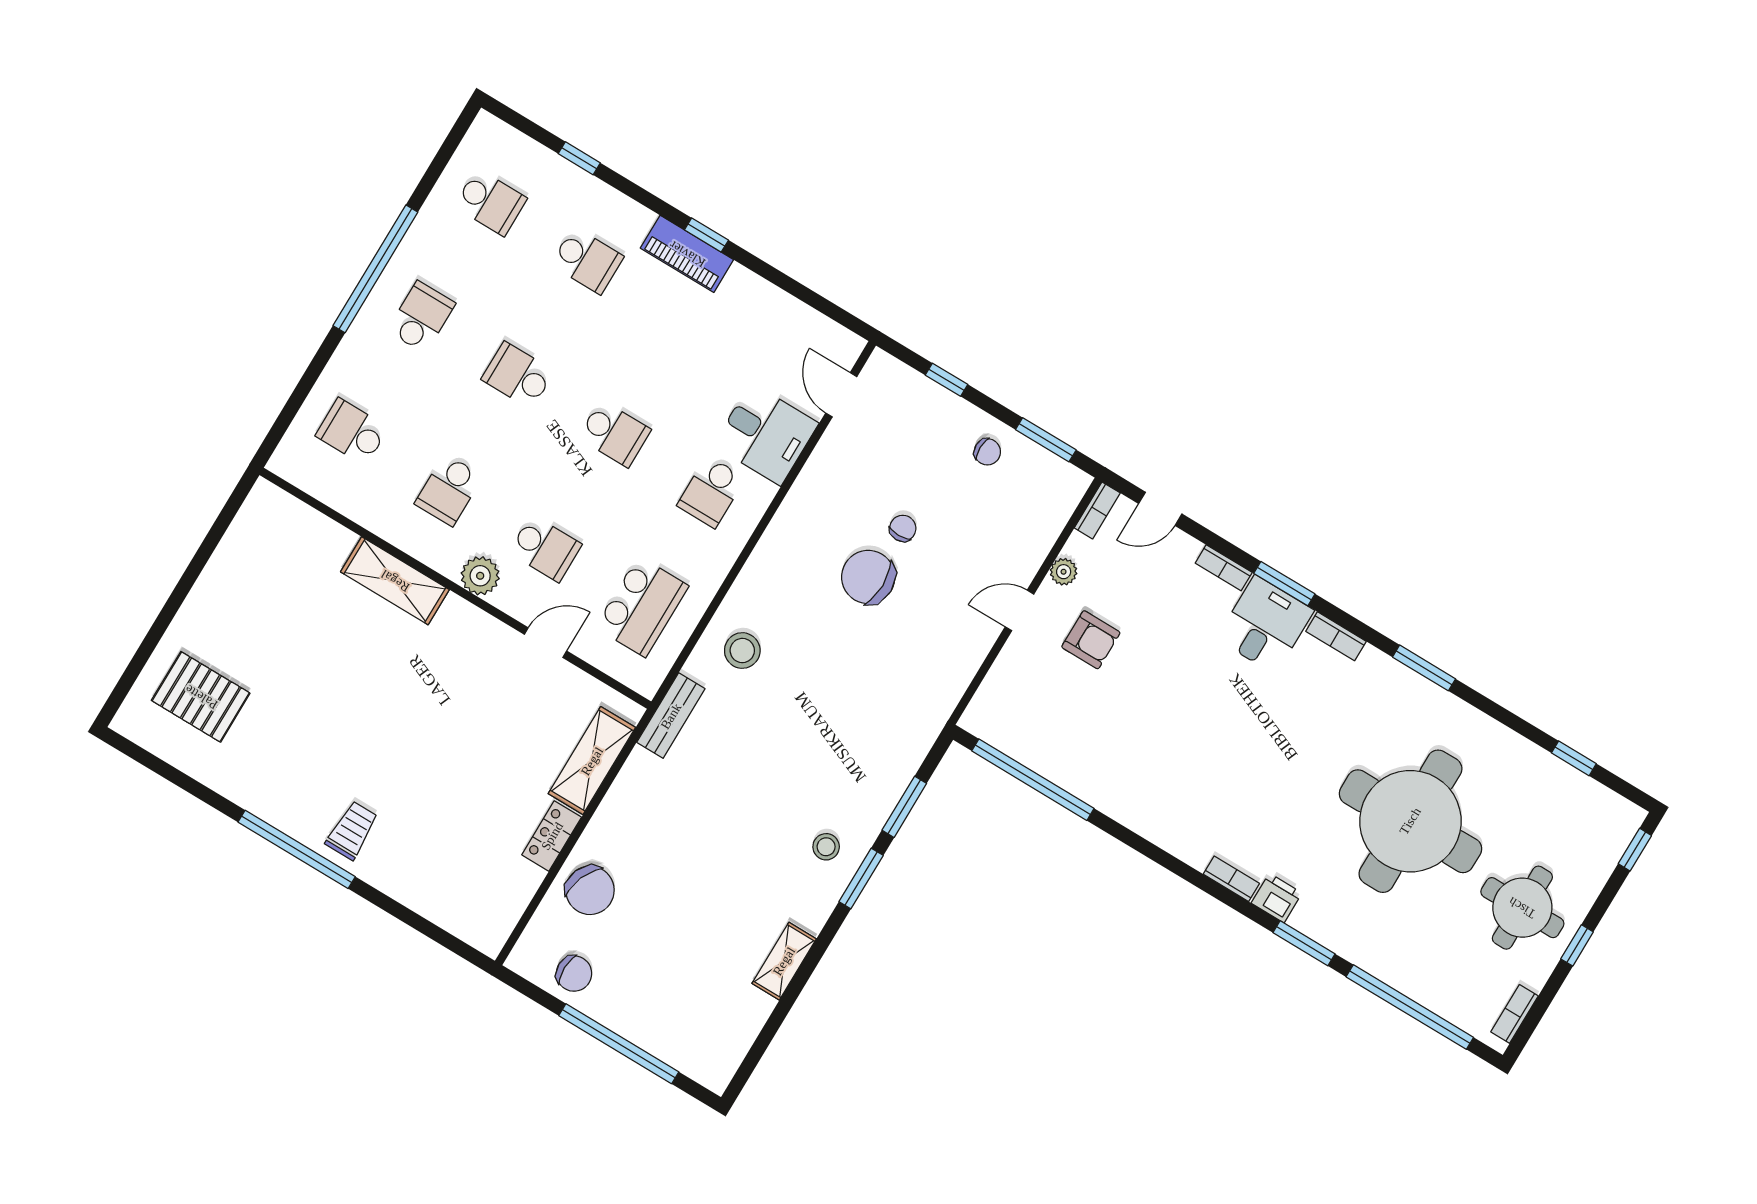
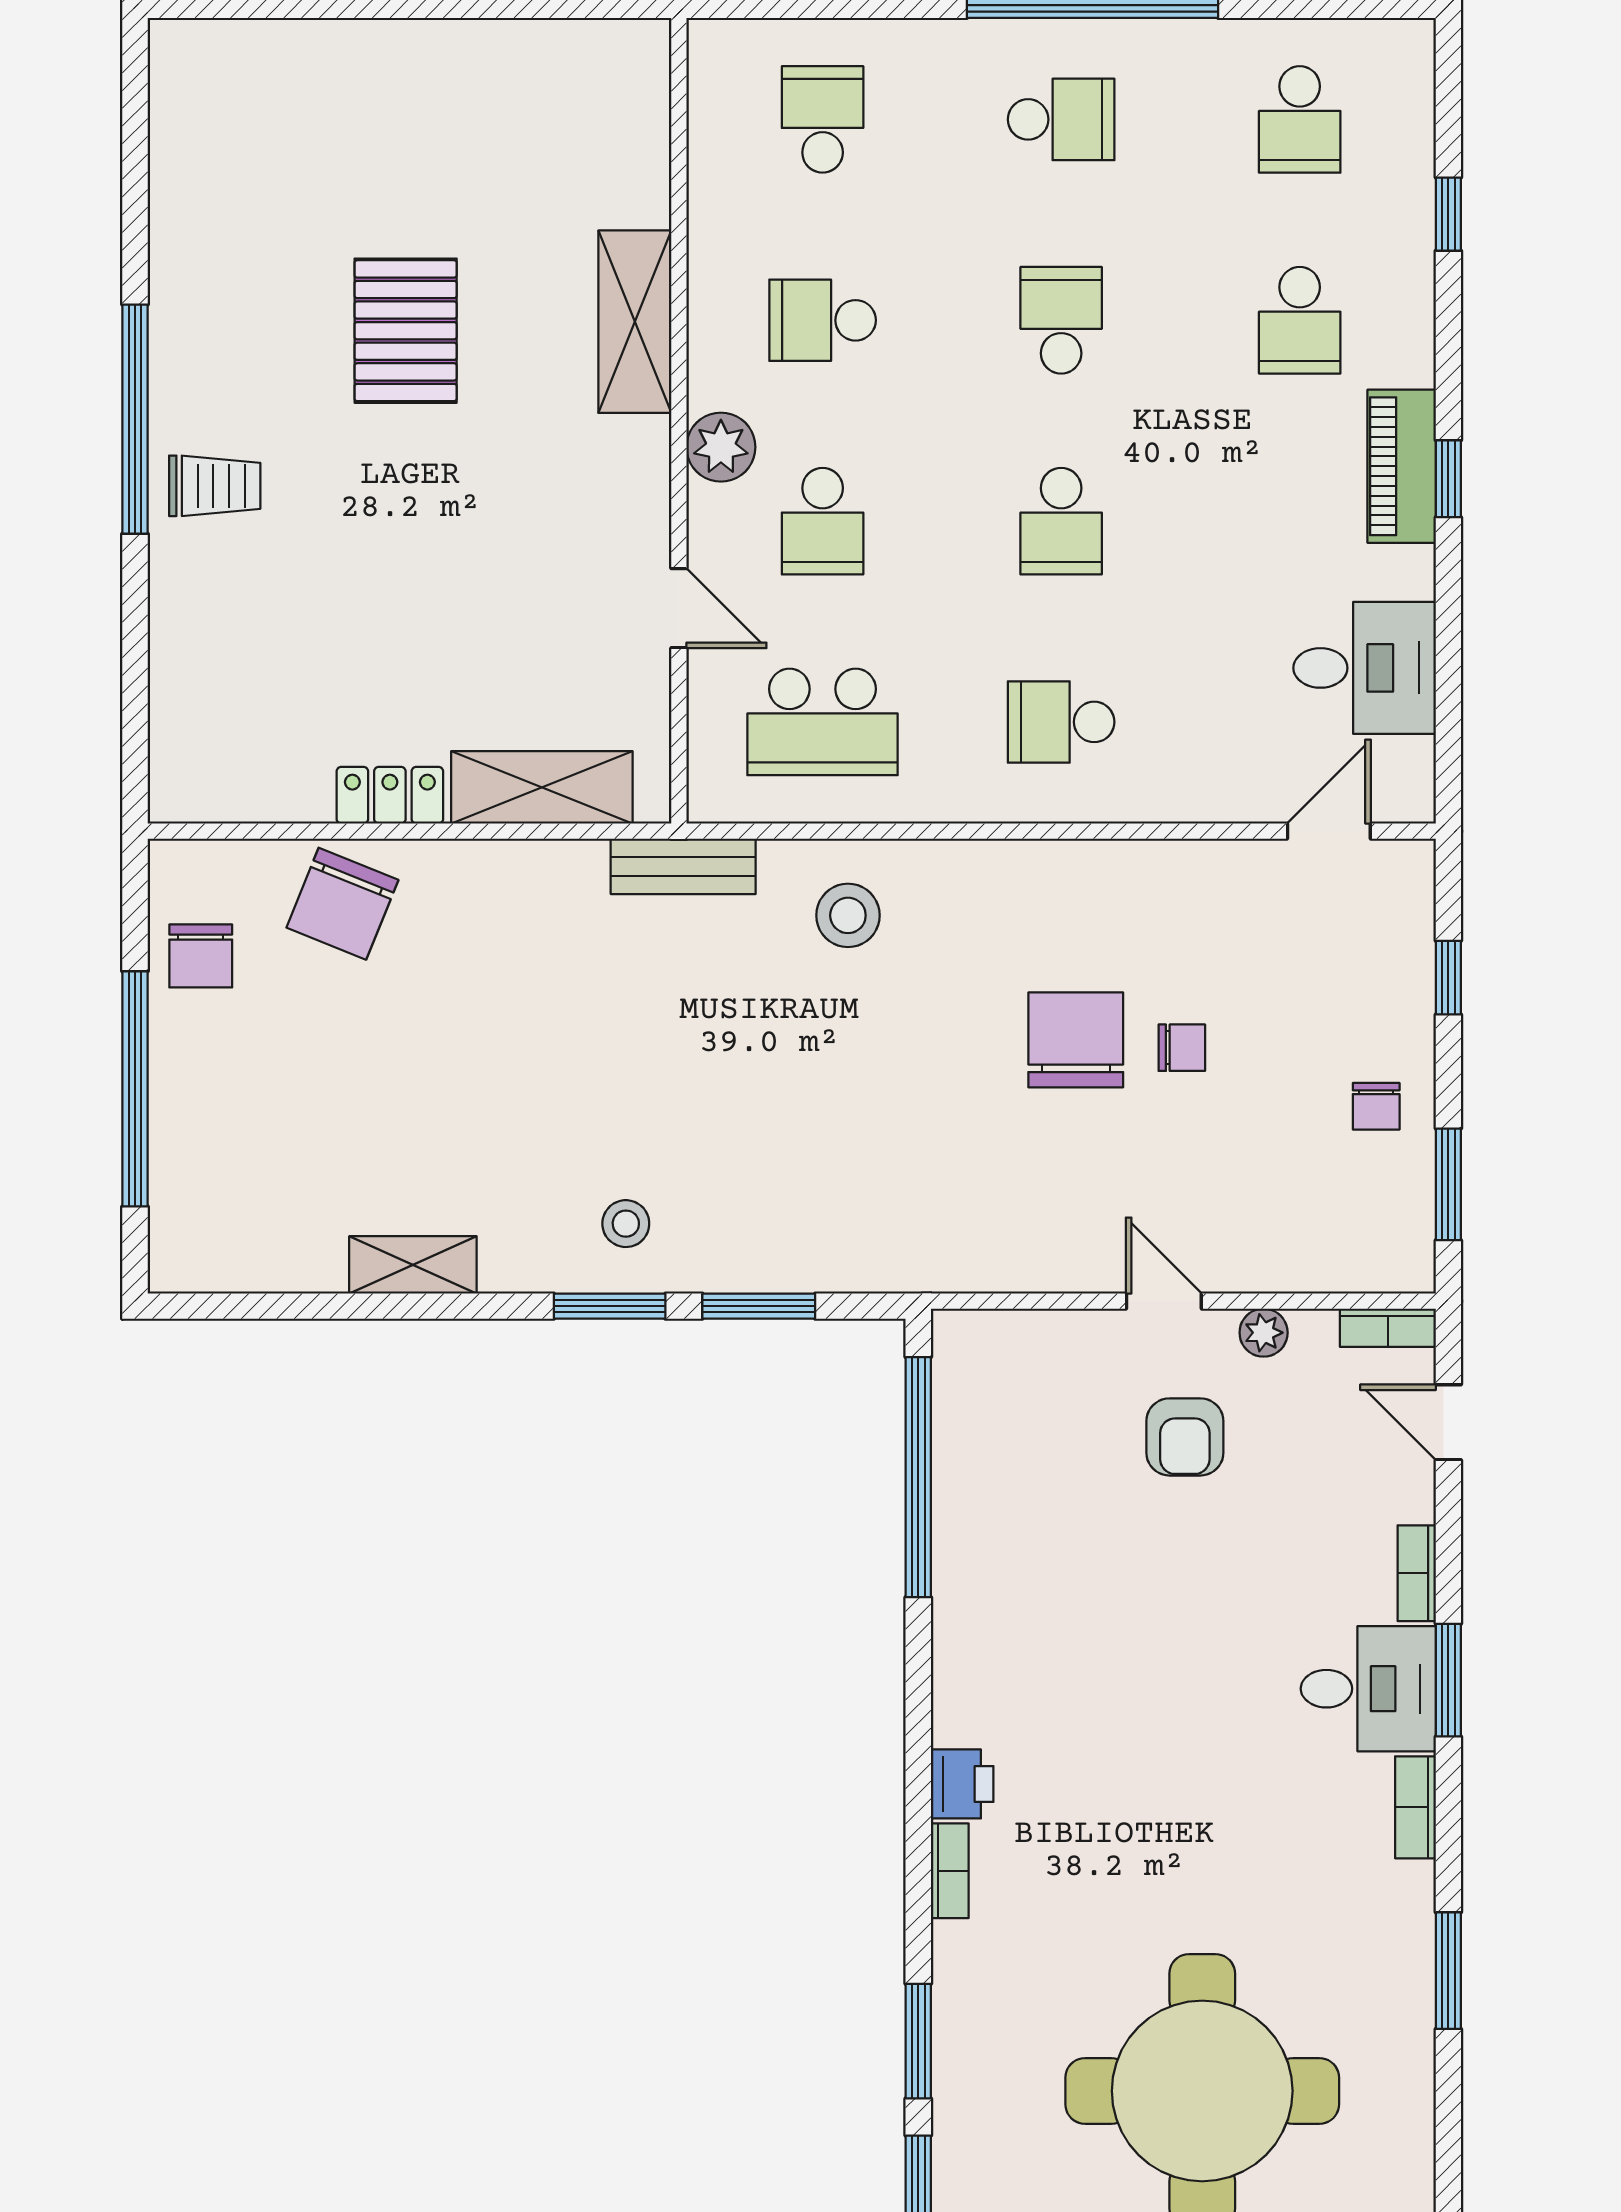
desk: (766, 434) -> (1365, 668), moved, turned -90
pallet: (201, 697) -> (406, 331), moved
printer: (1277, 898) -> (962, 1784), moved

